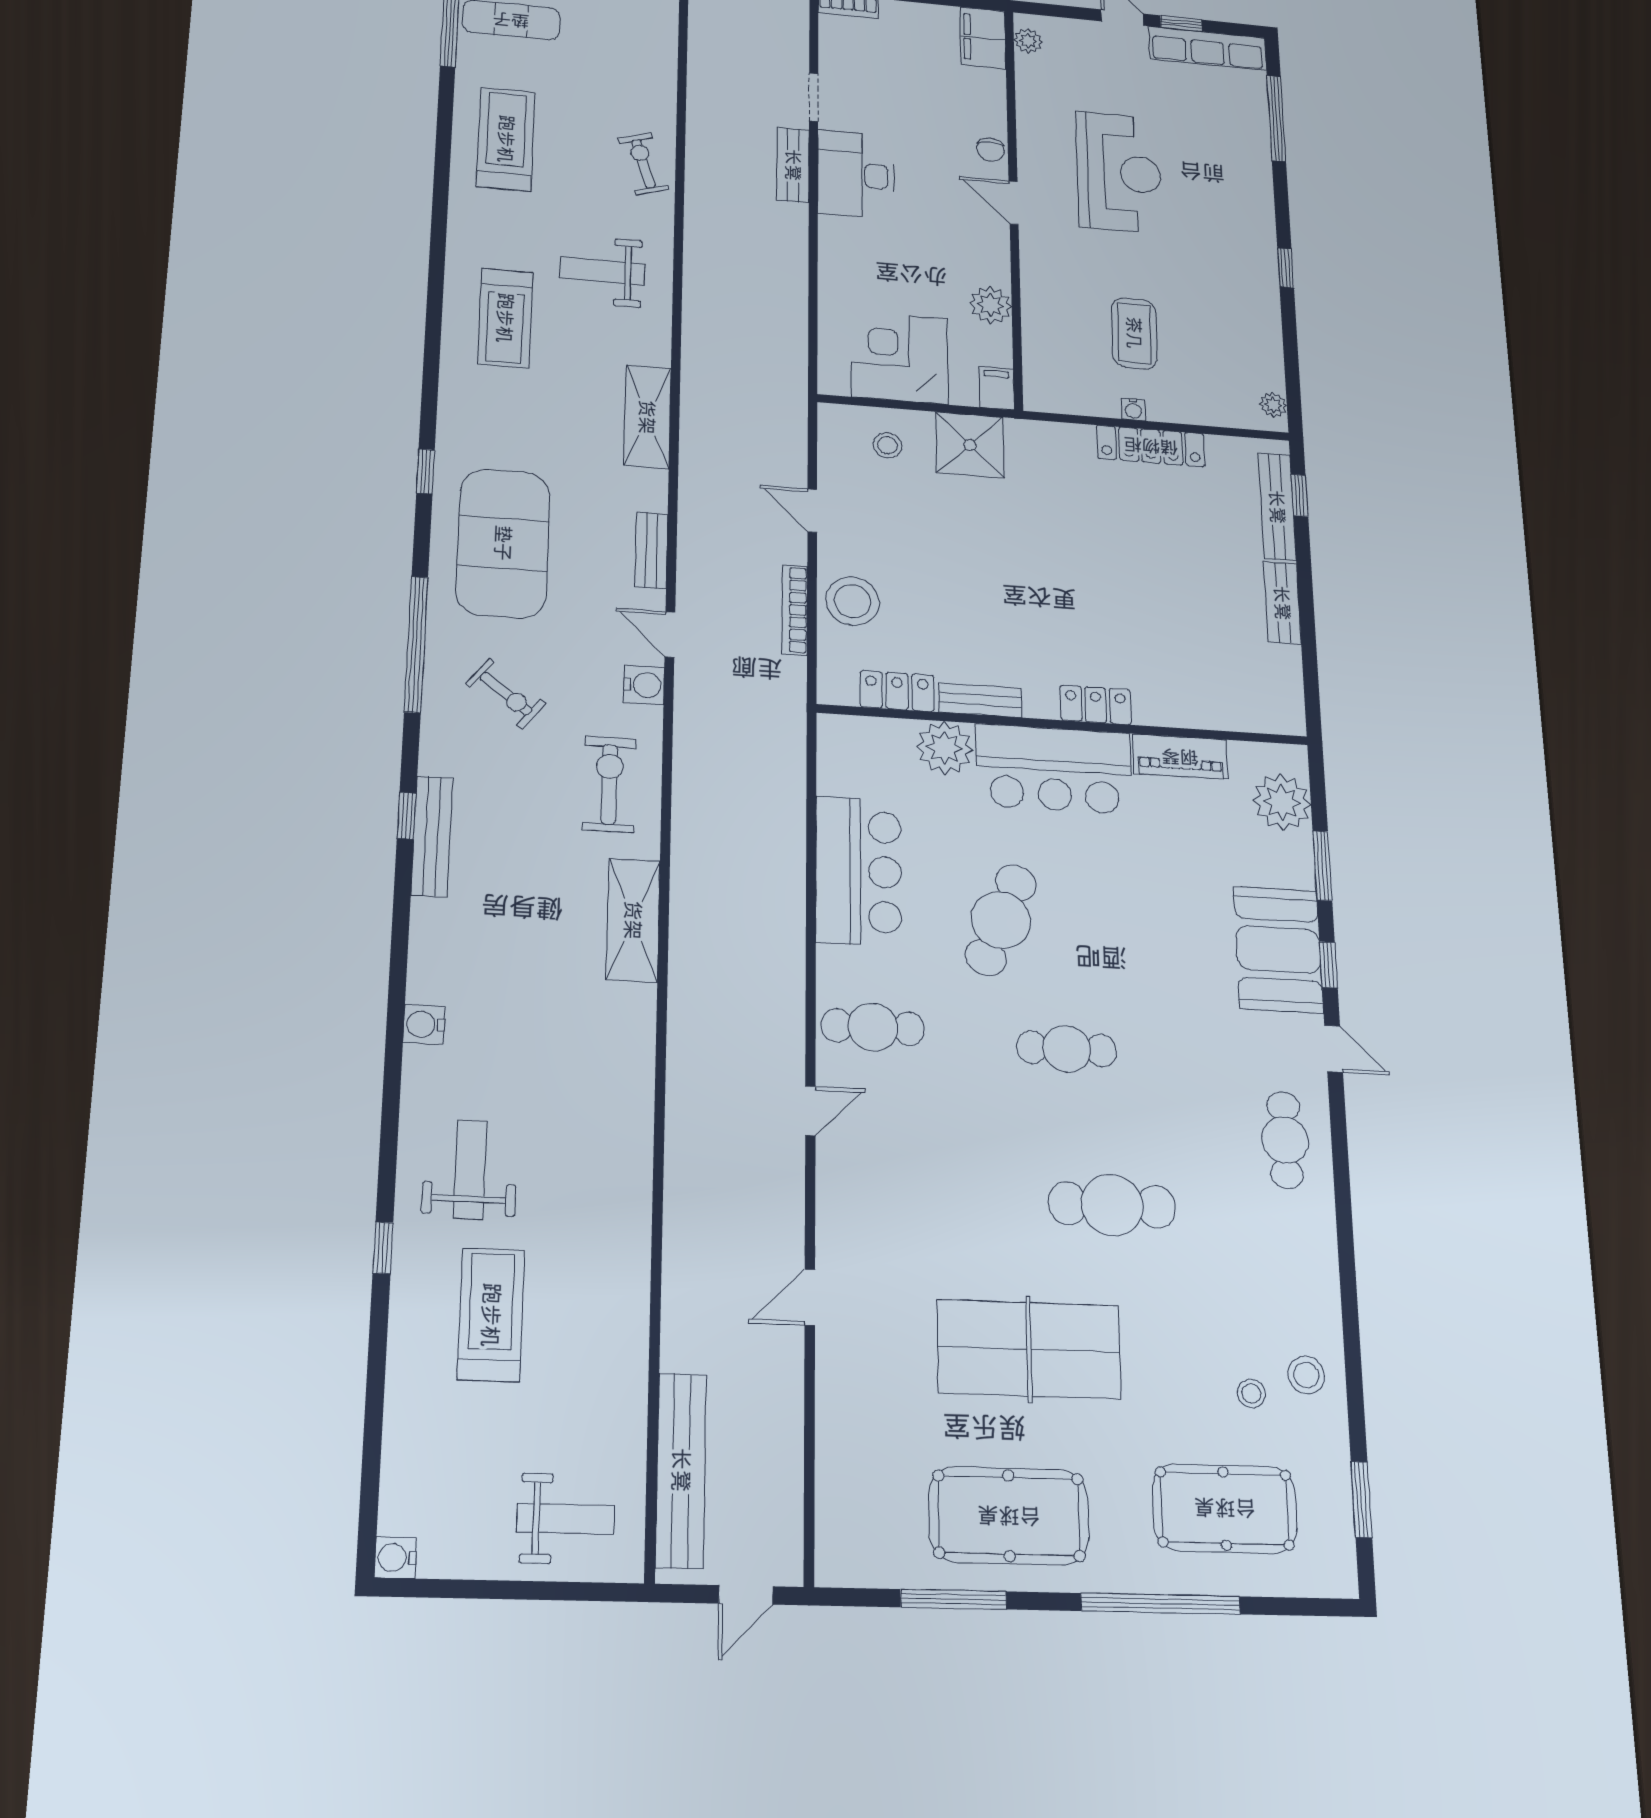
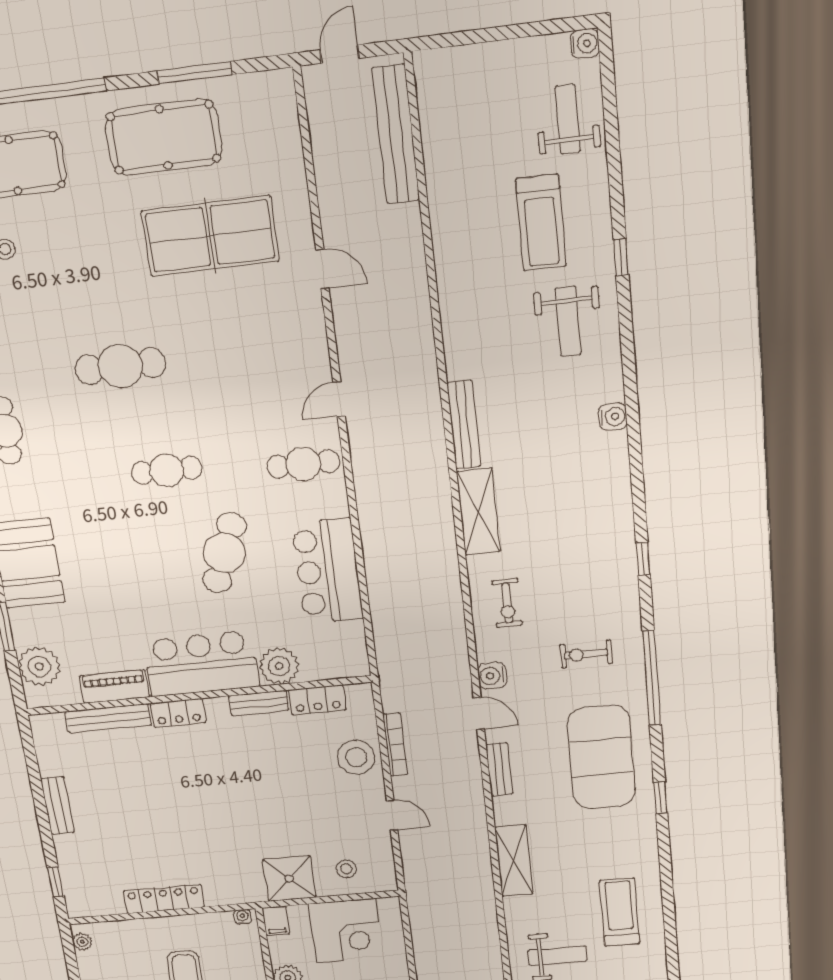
water cooler: (1133, 409) -> (243, 917), moved
bench: (1277, 507) -> (108, 718), moved, turned 90
exercise bike: (506, 694) -> (586, 654), turned -38
exercise bike: (609, 784) -> (507, 603), width x0.73, depth x0.72
bench: (432, 836) -> (464, 425), moved
door: (810, 1297) -> (322, 269), hinge flipped
table tennis table: (1029, 1349) -> (210, 236), moved
weight bench: (565, 1519) -> (568, 119), moved, turned 90

